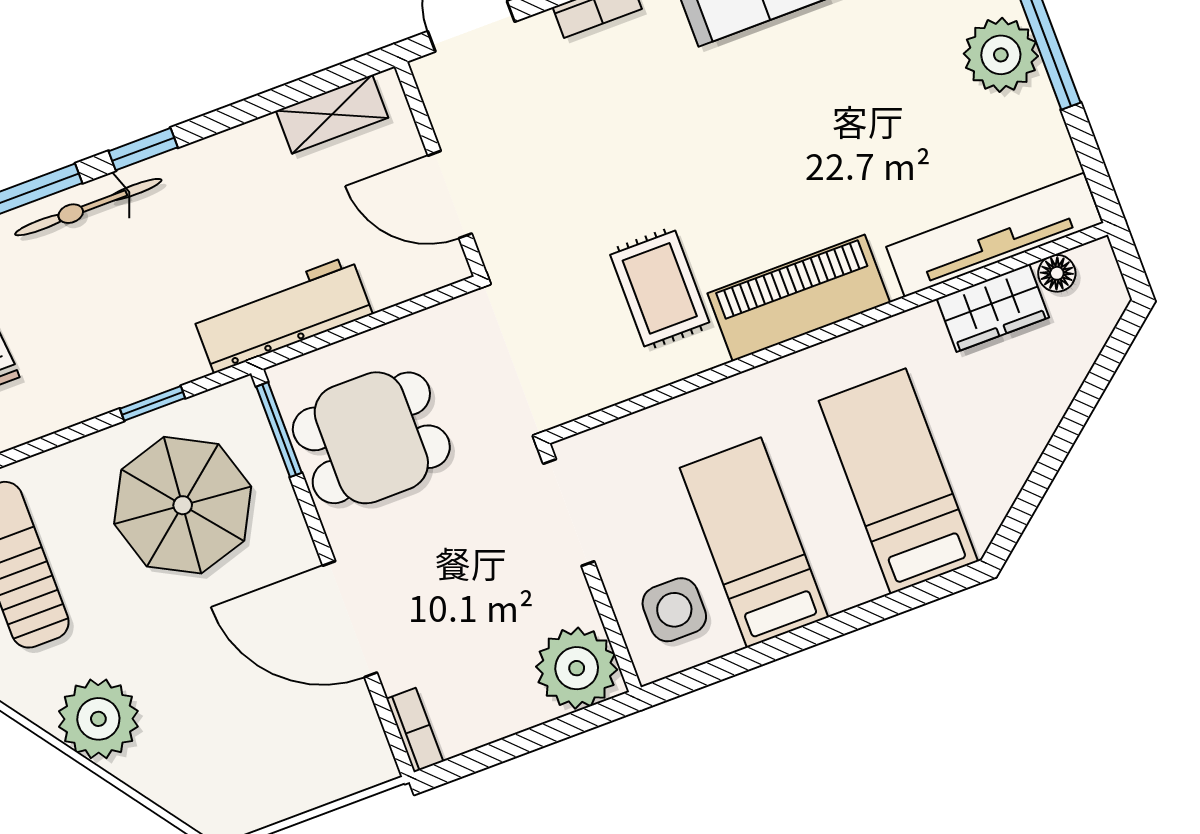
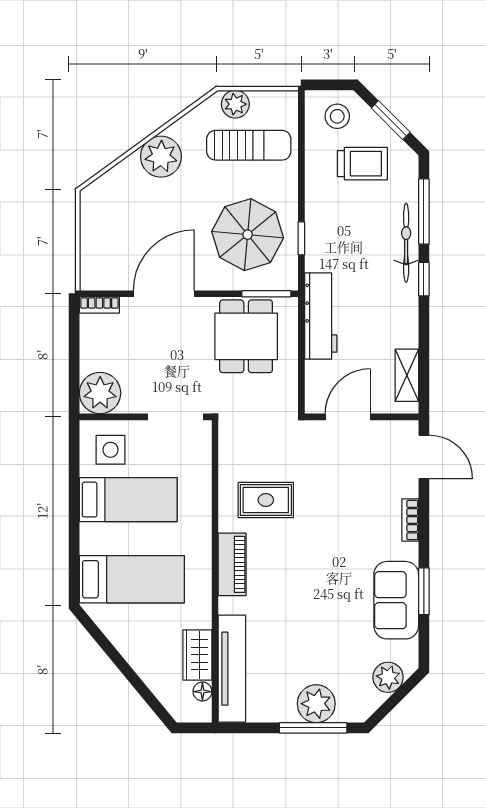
piano: (799, 298) -> (232, 564), width x0.73, depth x0.75

